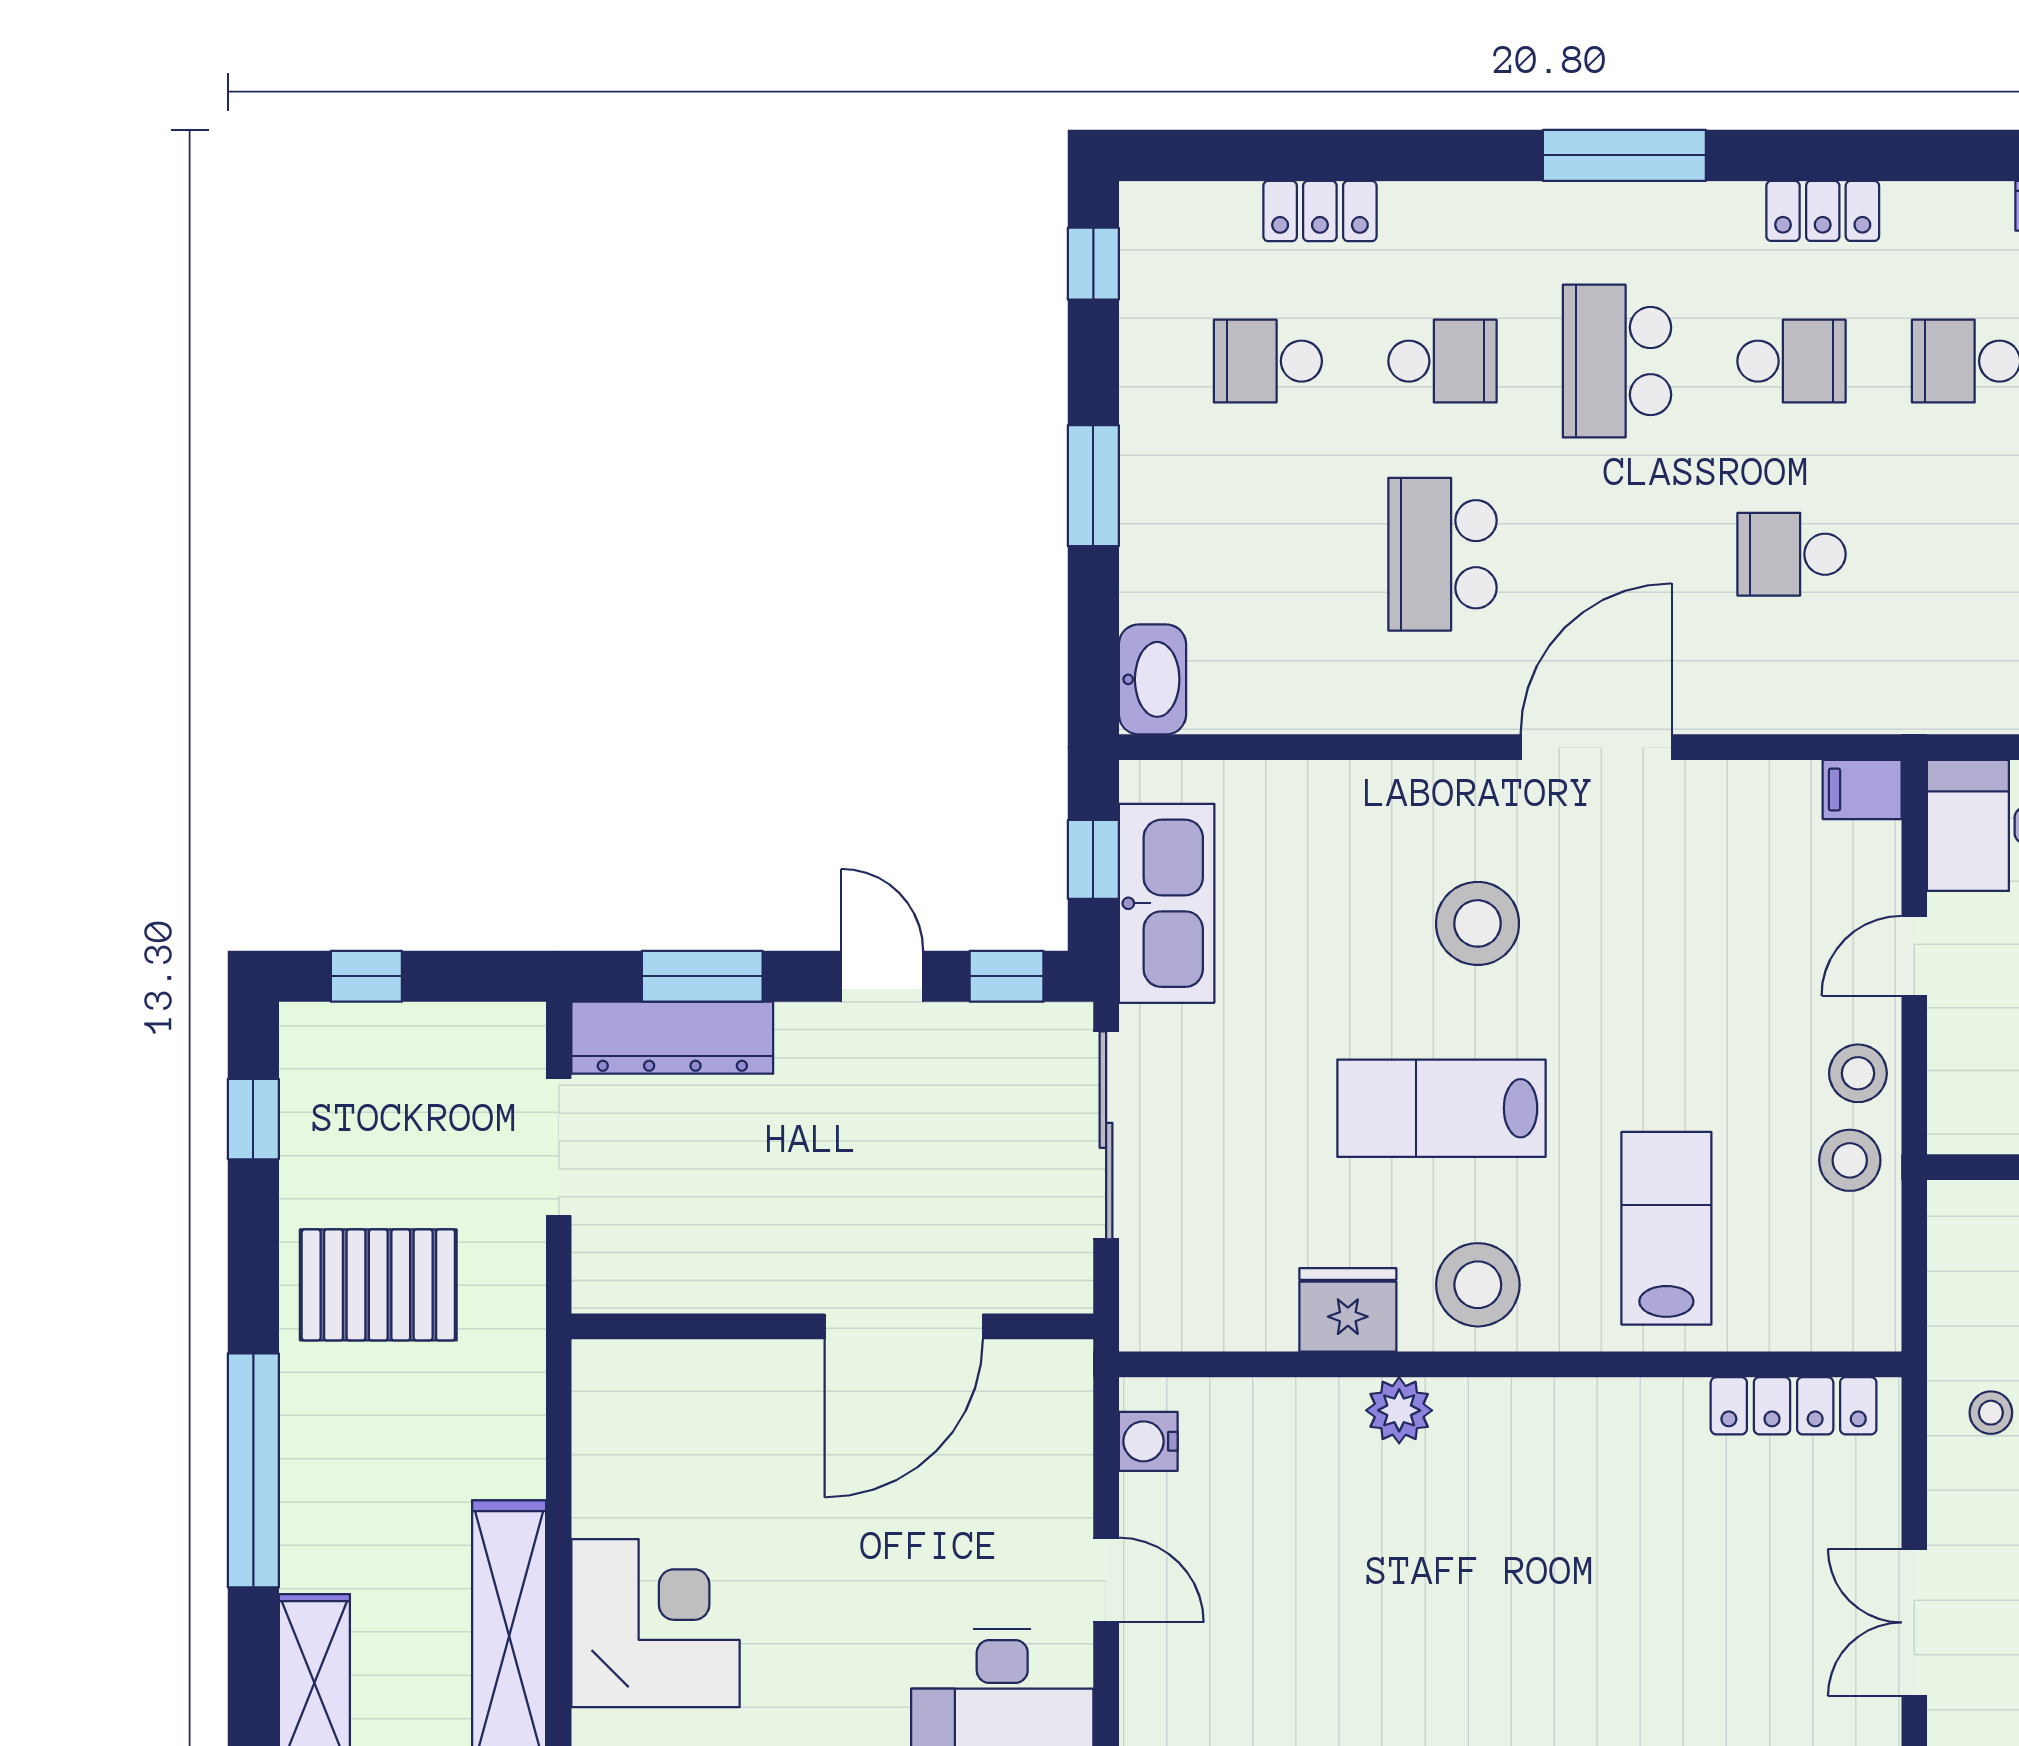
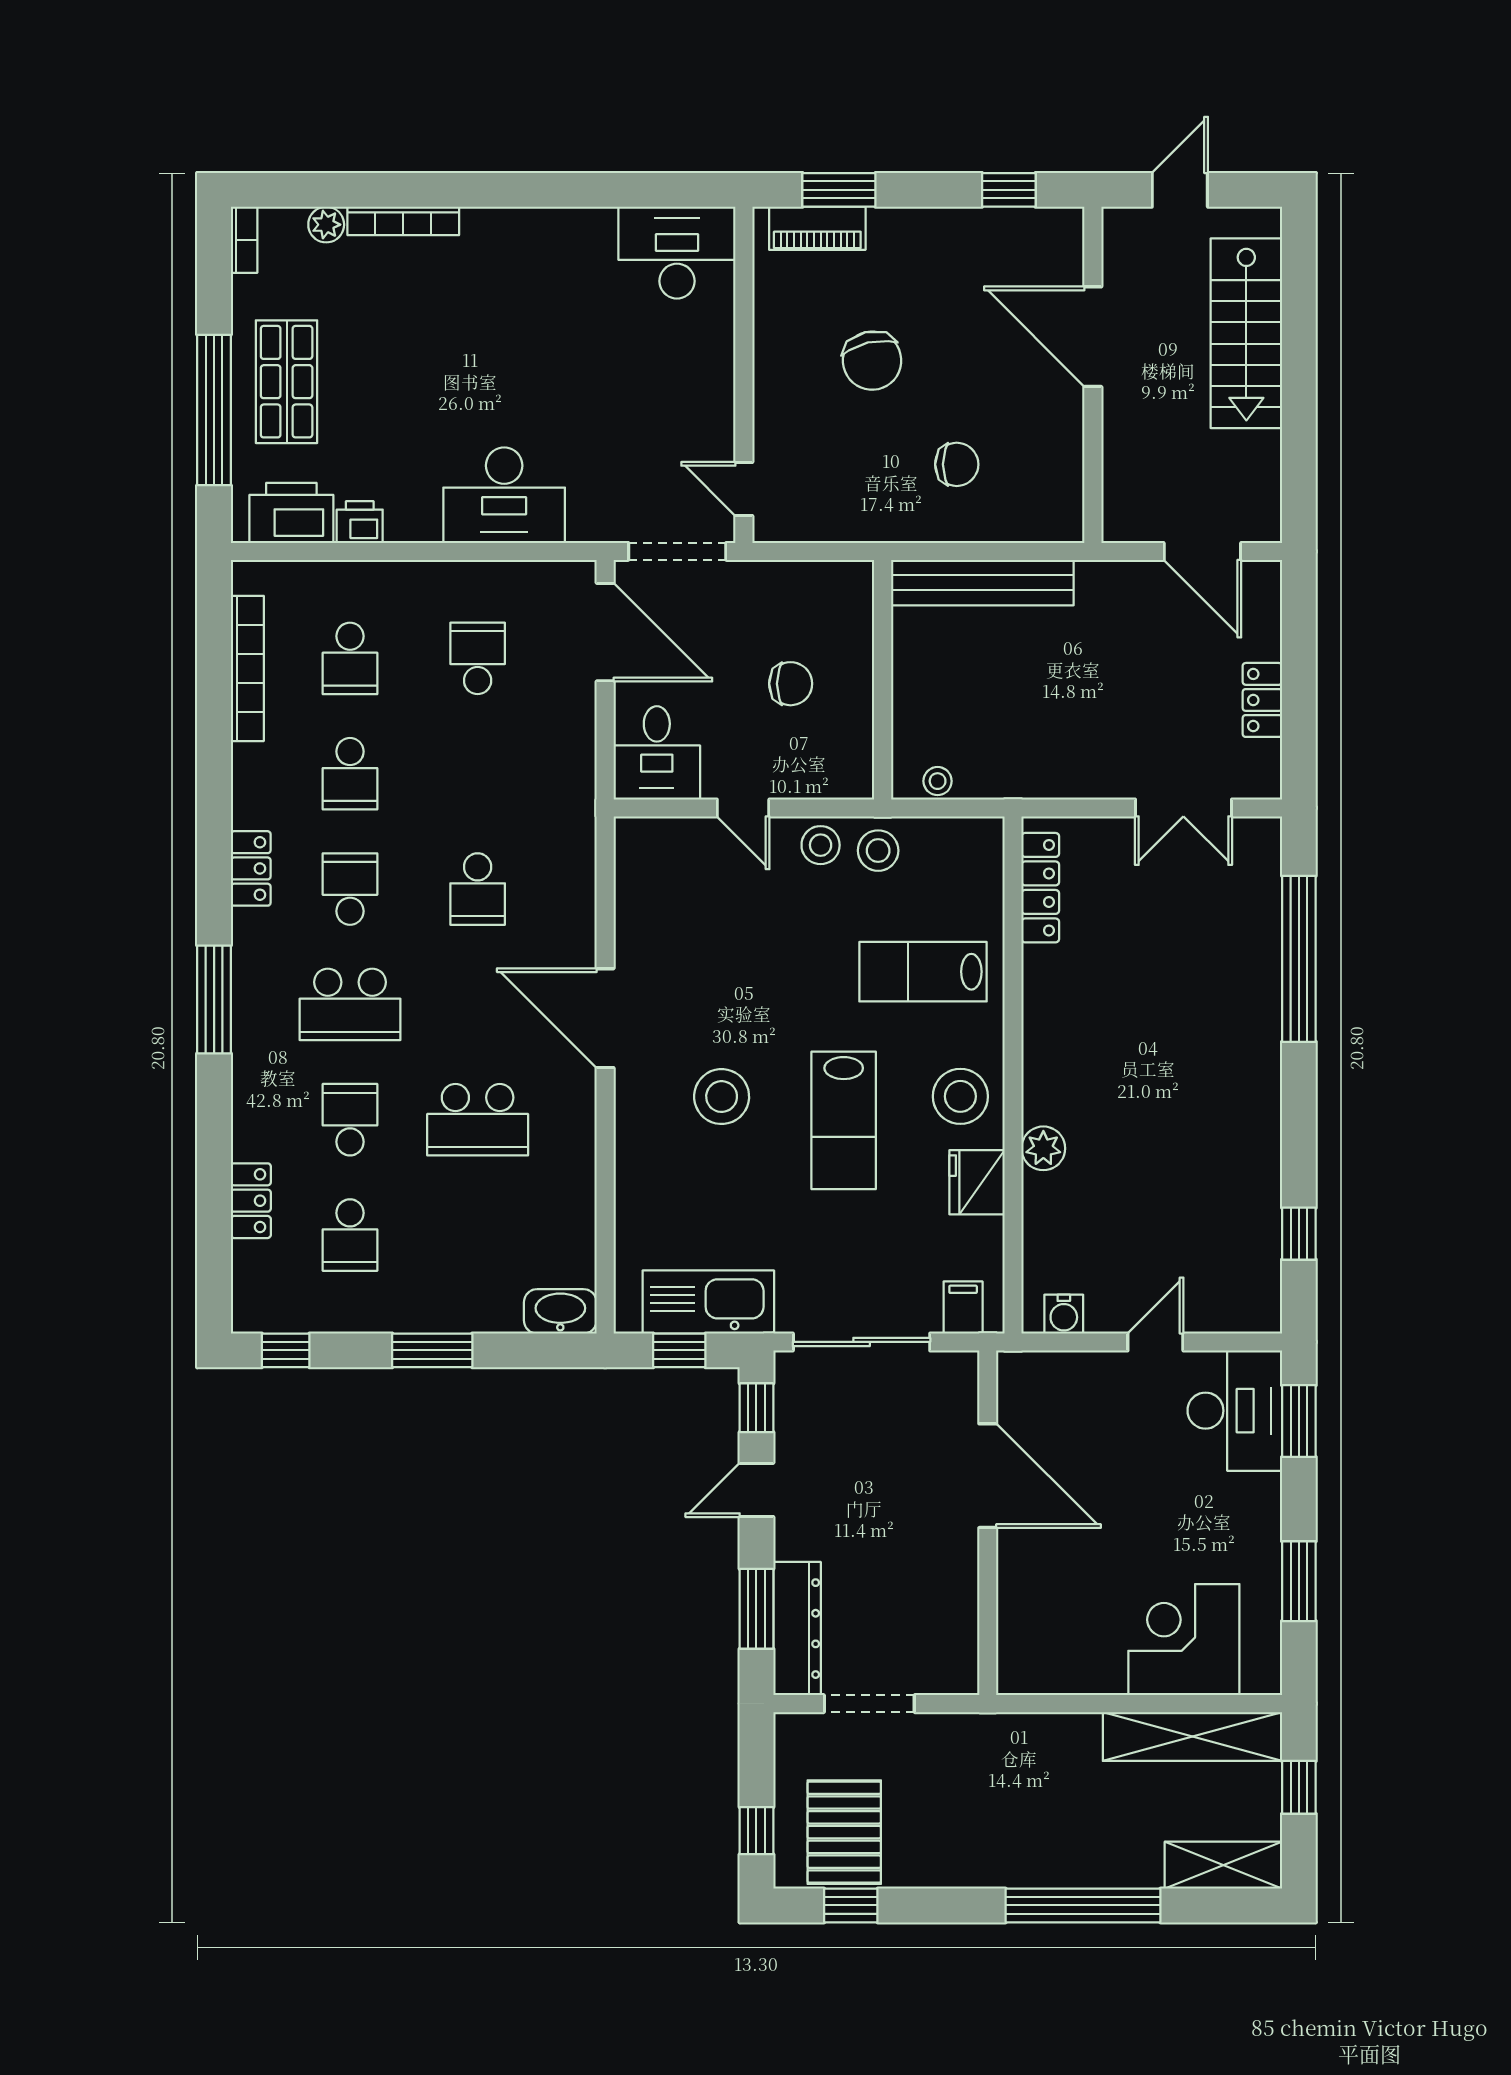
filing cabinet: (1862, 789) -> (963, 1308), moved, turned 180
pallet: (378, 1285) -> (844, 1832), moved
stool: (1991, 1413) -> (938, 781), moved

